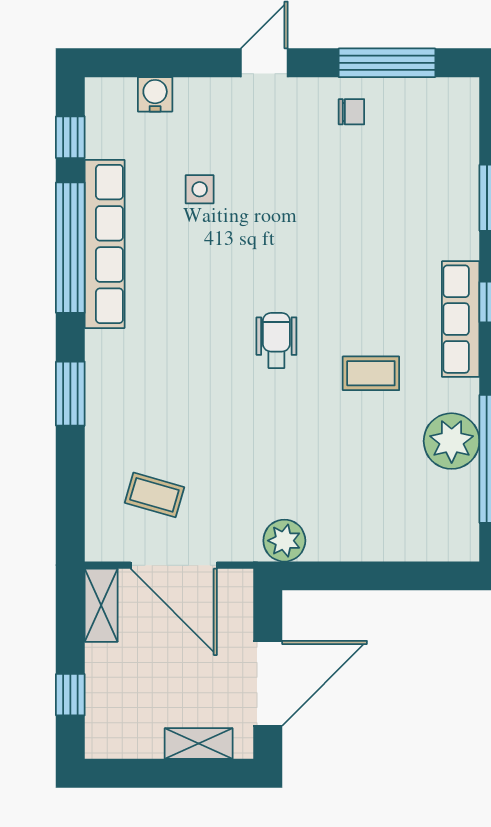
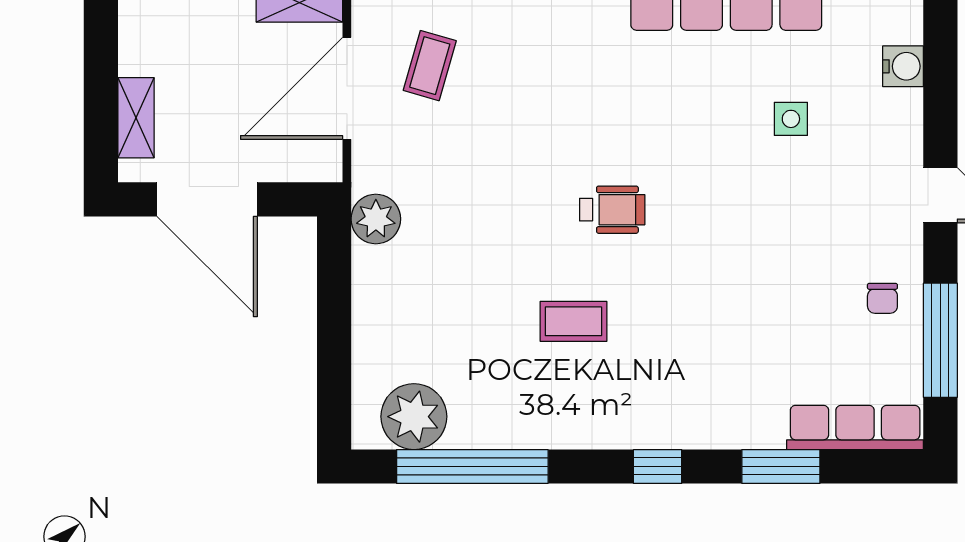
row of seats: (461, 319) -> (855, 427), moved
coffee table: (371, 373) -> (573, 321), turned 90
plant: (452, 441) -> (414, 417), moved

